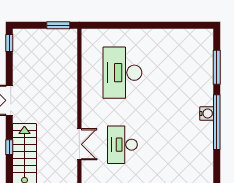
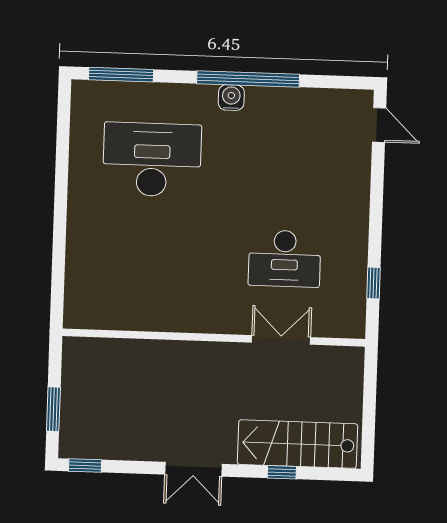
window: (58, 25) -> (53, 409), moved
window: (217, 67) -> (121, 75), moved
desk: (122, 73) -> (152, 160), moved, turned 180

